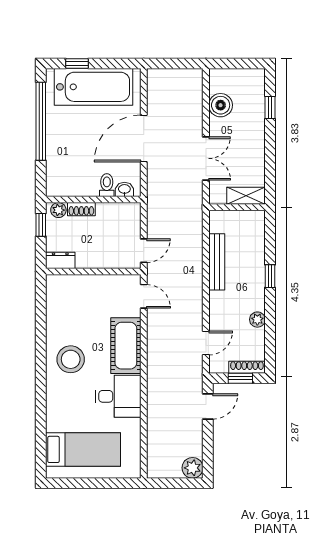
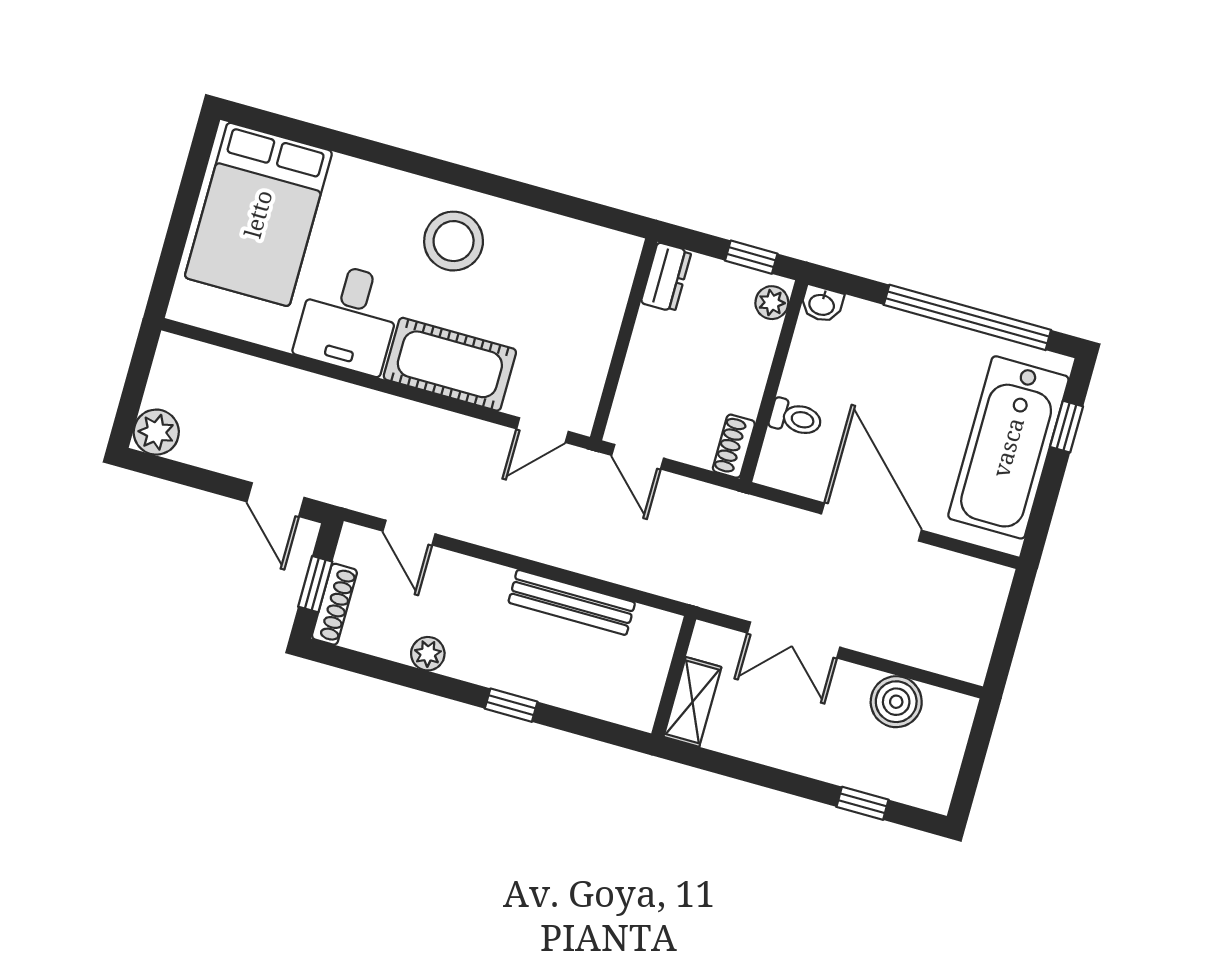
washbasin: (124, 189) -> (822, 304), moved, turned 90
shoe rack: (81, 209) -> (734, 446), moved
bed: (83, 449) -> (258, 214), width x1.50

